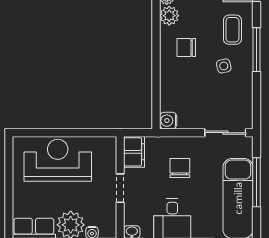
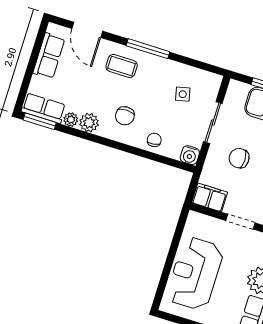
side table: (224, 66) -> (183, 94), moved
chair: (172, 82) -> (154, 140), added
sliding door: (225, 133) -> (213, 123), moved

